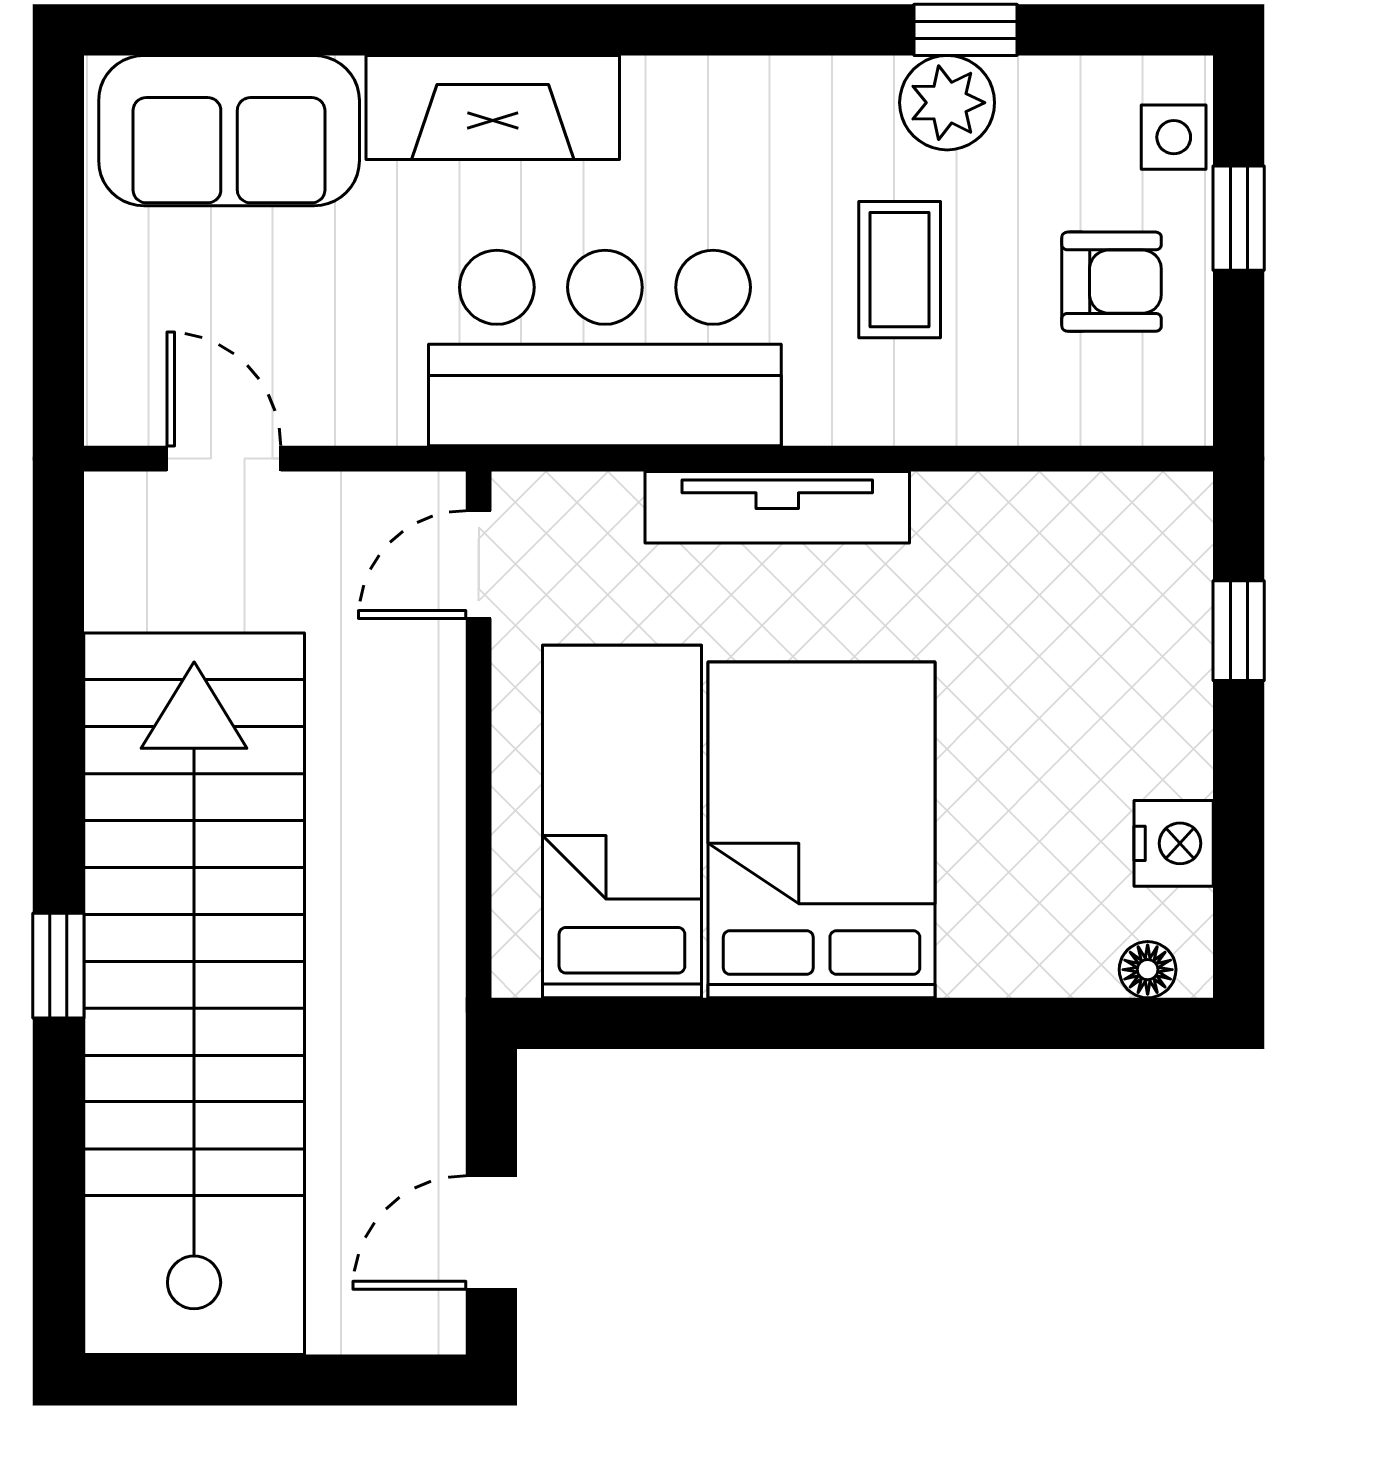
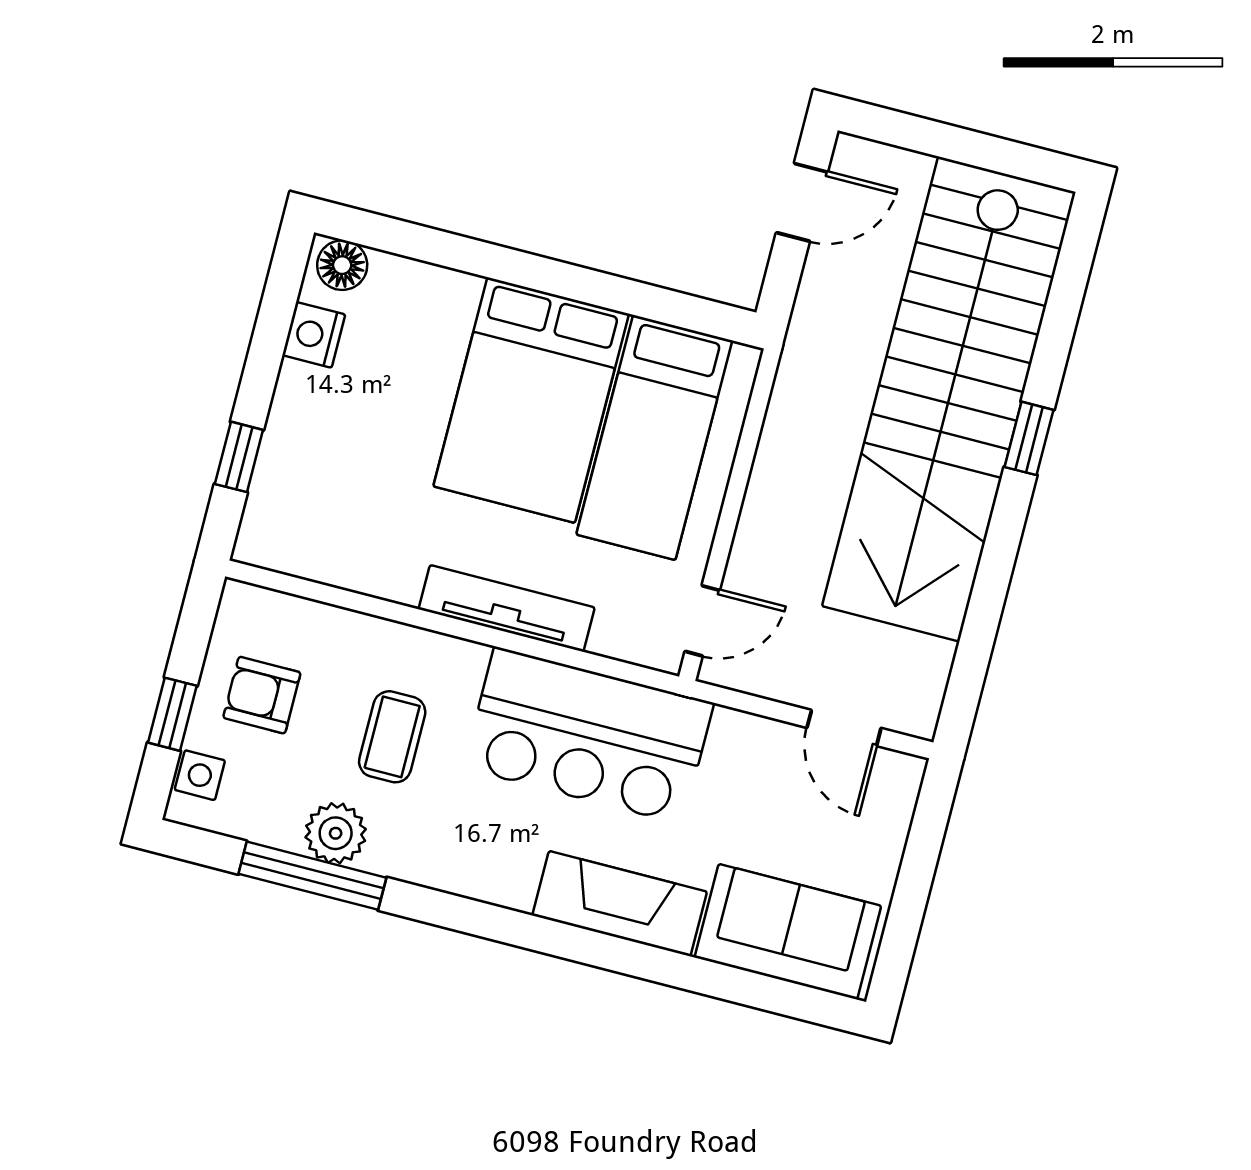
window: (965, 30) -> (312, 876), width x2.17
floor lamp: (1148, 970) -> (342, 265), width x1.37, depth x1.37

